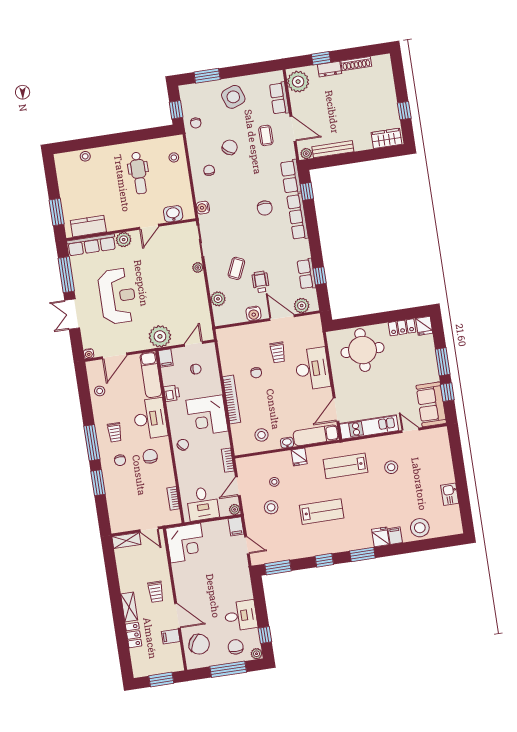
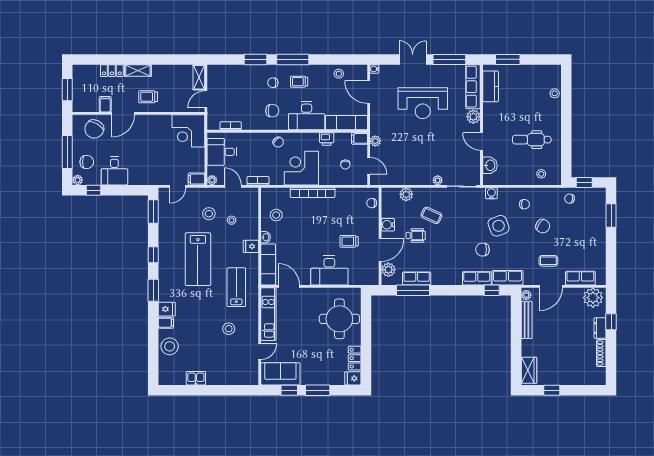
side table: (233, 97) -> (499, 226), moved
row of seats: (298, 217) -> (477, 278), width x0.68
window: (320, 276) -> (413, 290), width x2.17
plant: (160, 336) -> (375, 141), width x0.53, depth x0.53
chair: (256, 373) -> (372, 203), moved
lab bench: (322, 512) -> (198, 259), width x1.36, depth x1.39

